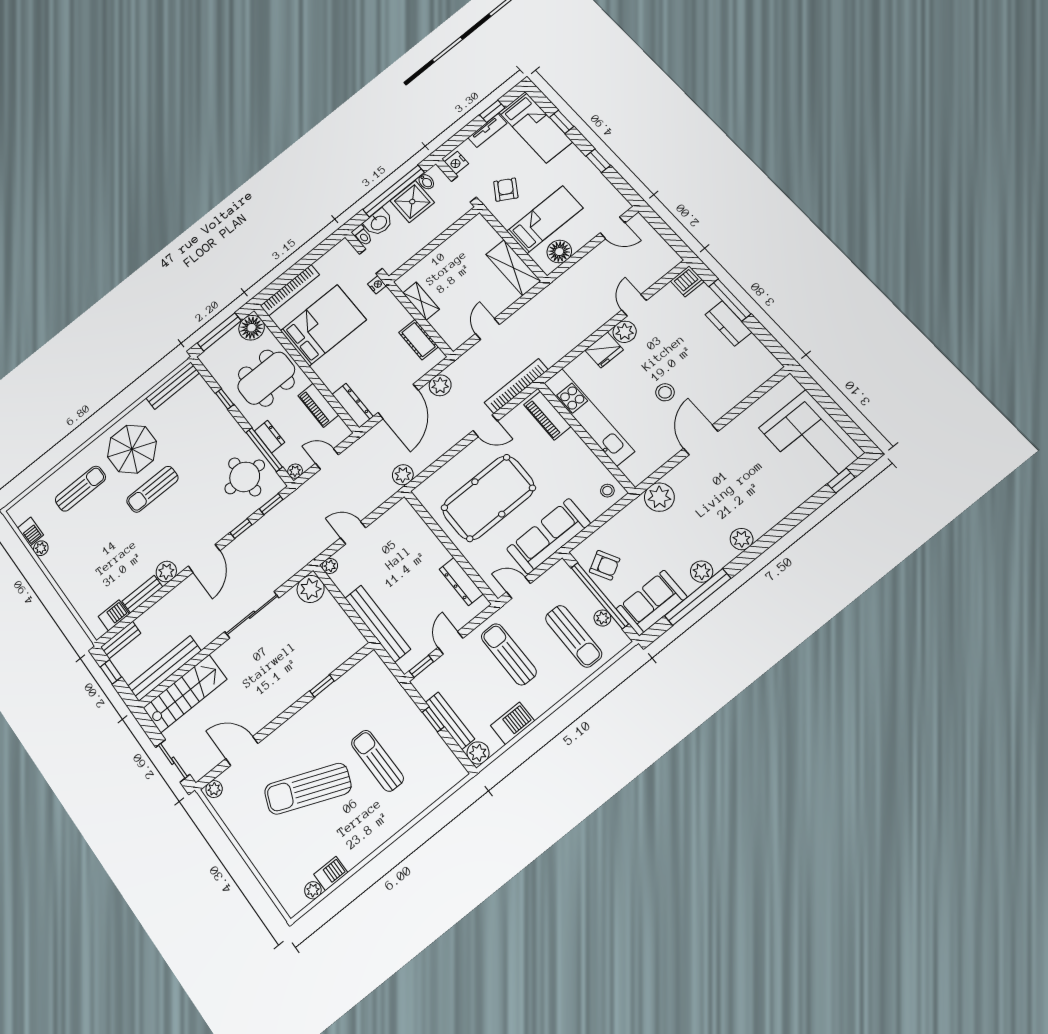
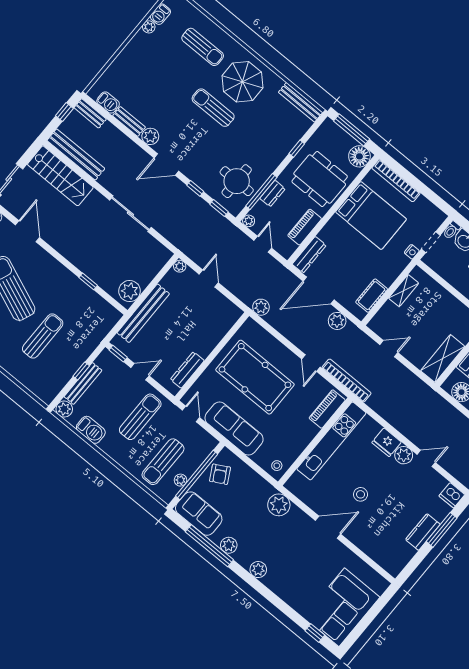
plant: (311, 589) -> (130, 291), moved

